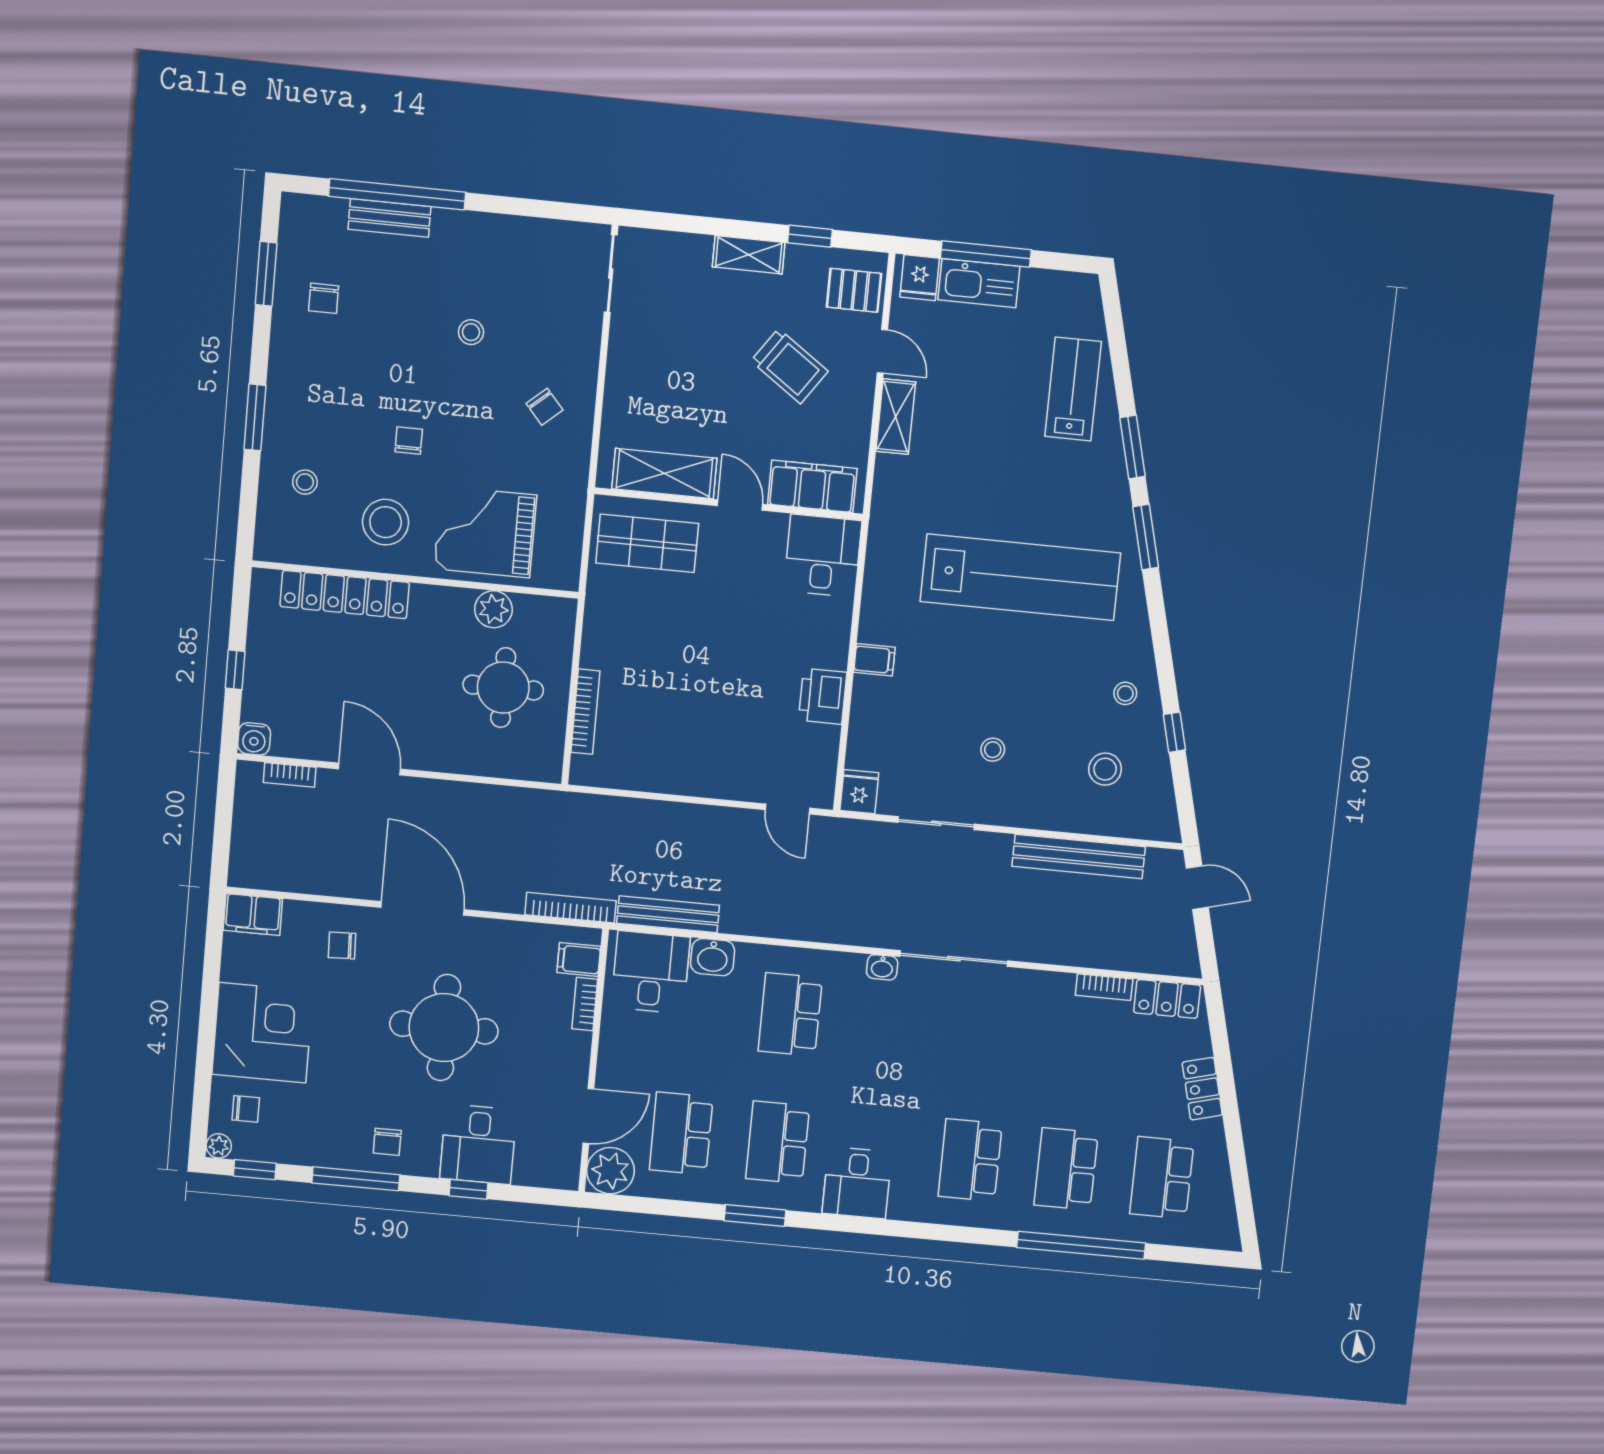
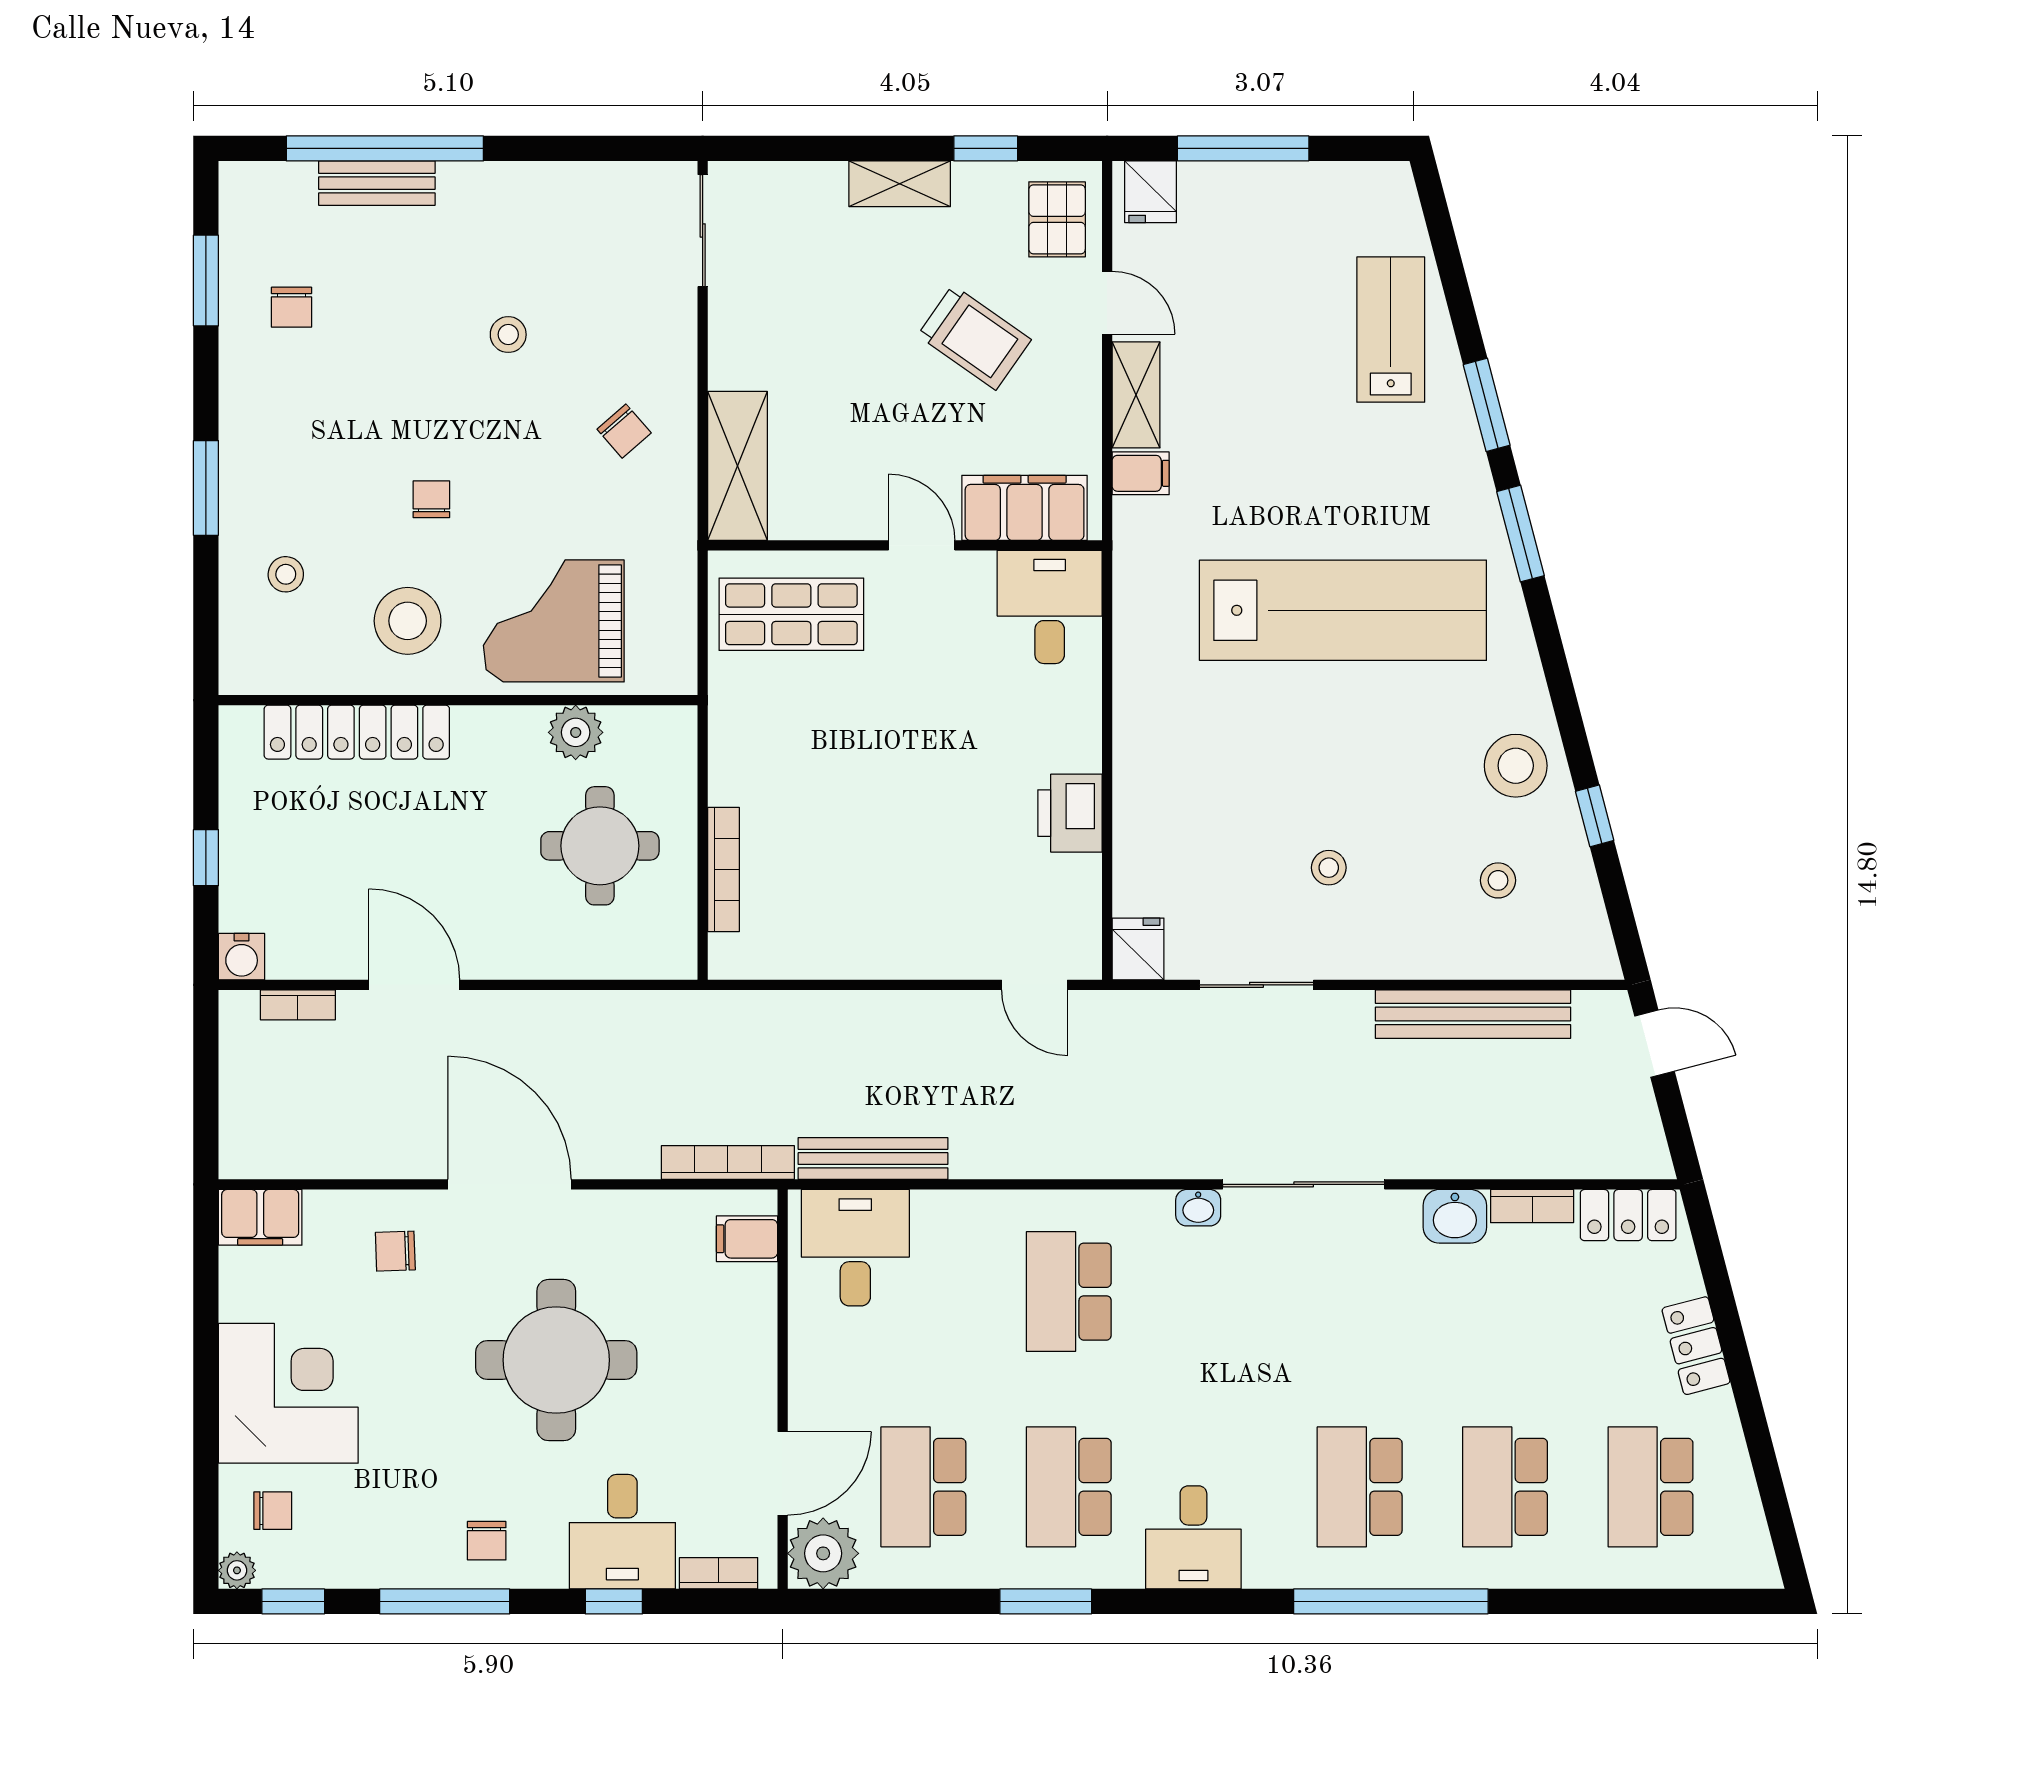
kitchen sink: (979, 283) -> (1238, 191), removed
pallet: (854, 290) -> (1057, 219), turned 90
shelving: (664, 474) -> (737, 466), moved, turned 90
filing cabinet: (874, 660) -> (1141, 473), moved
stool: (1125, 693) -> (1516, 766), width x1.89, depth x1.89
stool: (1105, 769) -> (1498, 880), width x0.73, depth x0.73
washbasin: (713, 957) -> (1455, 1216), moved
bookcase: (585, 1004) -> (719, 1573), moved, turned 90
window: (1081, 1245) -> (1391, 1601), moved

